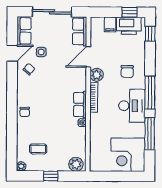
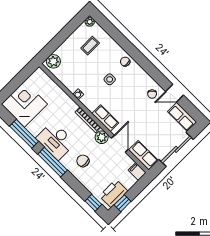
filing cabinet: (110, 24) -> (137, 171), moved
side table: (41, 52) -> (110, 79), moved
door: (12, 53) -> (175, 93), hinge flipped
row of seats: (80, 104) -> (105, 118), moved
window: (51, 176) -> (63, 36), removed

